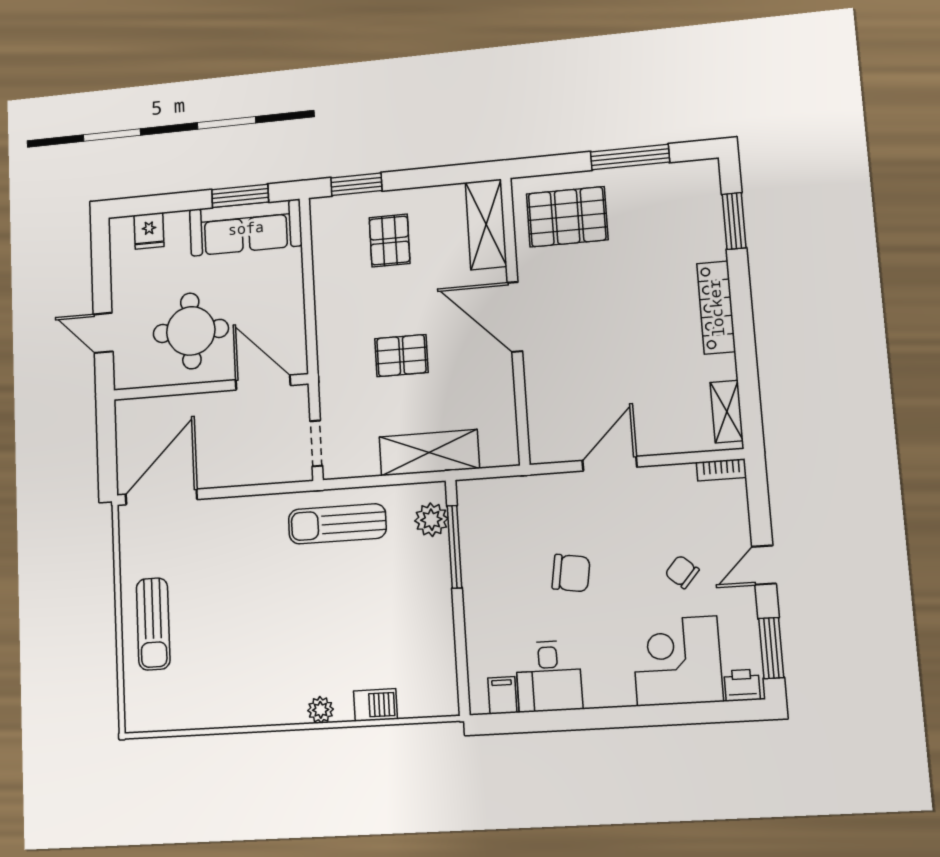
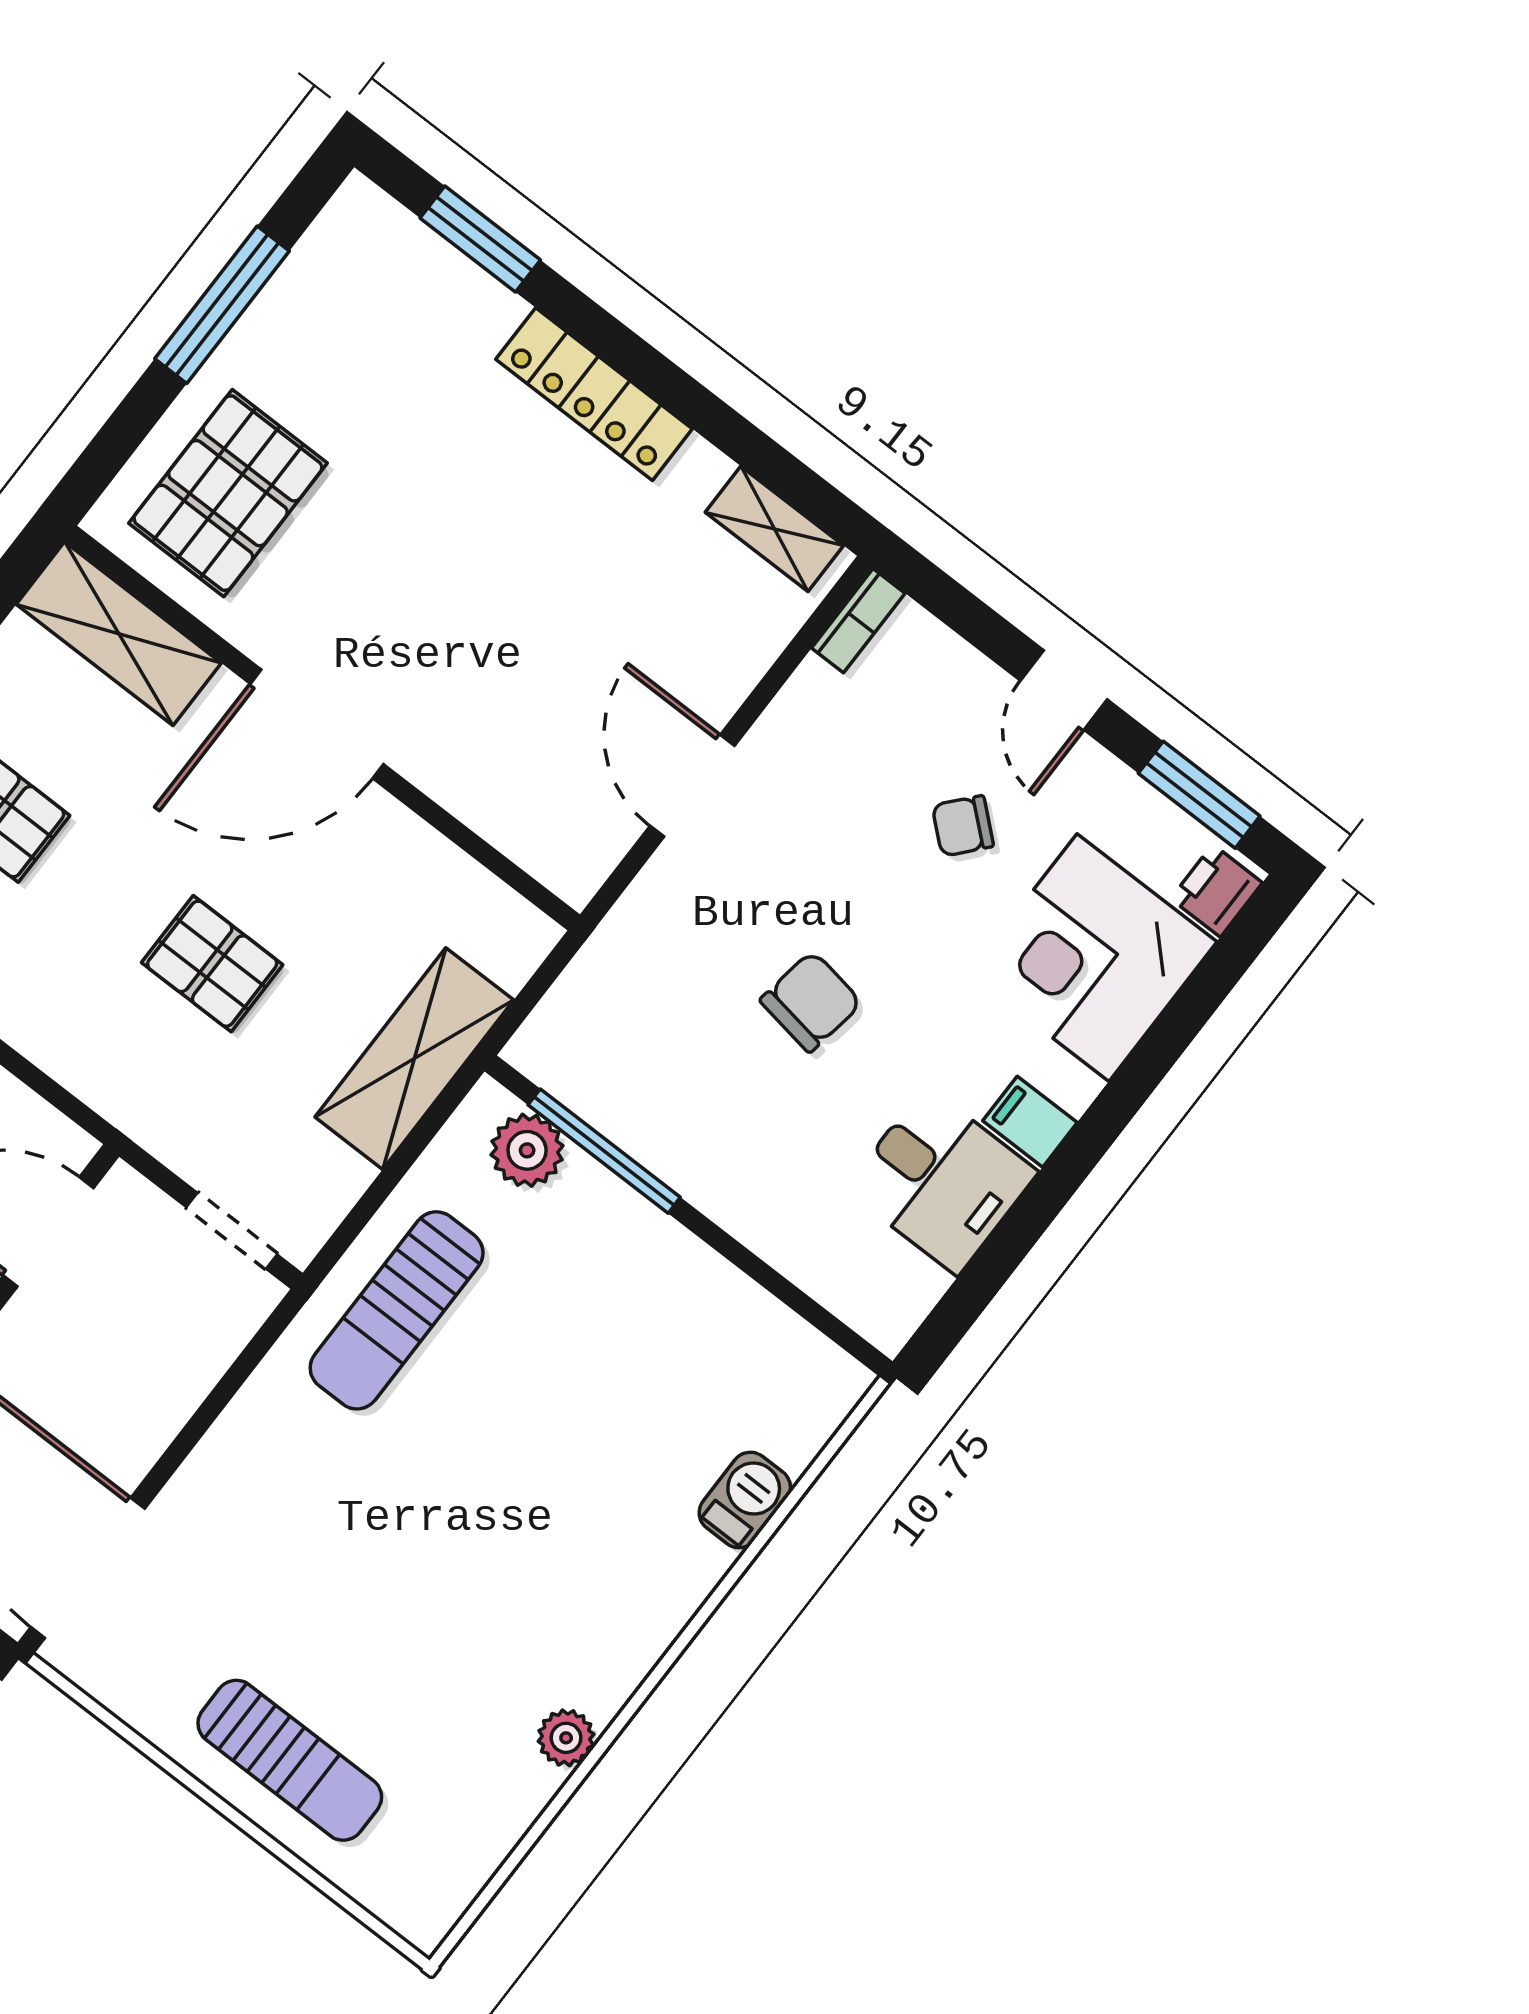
pallet: (401, 356) -> (212, 964), turned 90
filing cabinet: (502, 695) -> (1030, 1122), moved
plant: (321, 710) -> (566, 1738), moved

